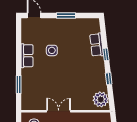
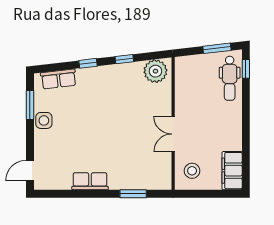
window: (66, 15) -> (30, 105), moved
row of seats: (97, 45) -> (59, 79), moved
side table: (52, 50) -> (44, 120), moved

